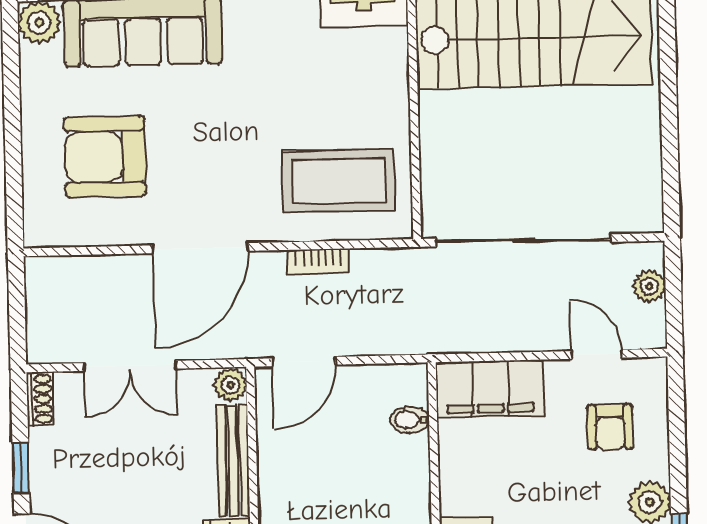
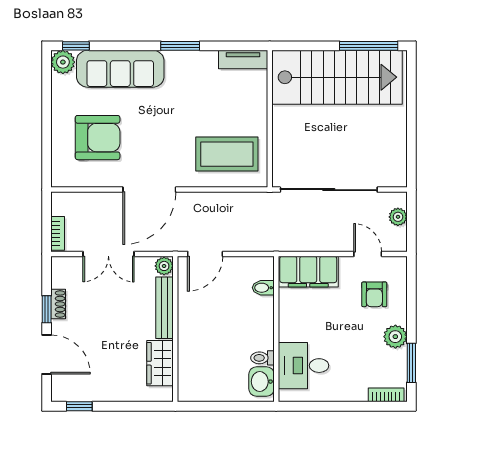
armchair: (105, 157) -> (98, 138), turned 180
bookcase: (318, 261) -> (58, 233), moved, turned -90
shoe rack: (40, 399) -> (58, 304), moved

